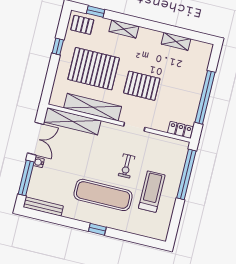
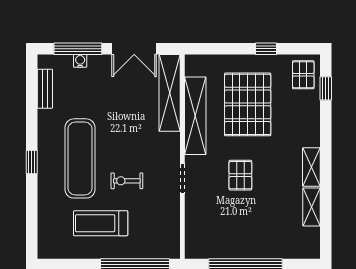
shelving: (124, 29) -> (311, 167), moved
pallet: (142, 86) -> (240, 175), width x0.67, depth x0.71
locker: (180, 130) -> (193, 242), removed
water cooler: (39, 162) -> (80, 61), moved
treadmill: (152, 192) -> (101, 223), turned 180
bench: (43, 207) -> (45, 89), width x0.73

